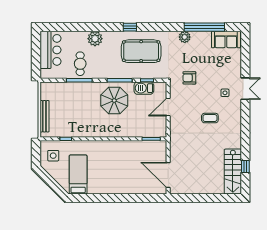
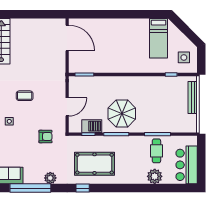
window: (130, 27) -> (83, 188), moved
plant: (95, 39) -> (155, 176), moved

